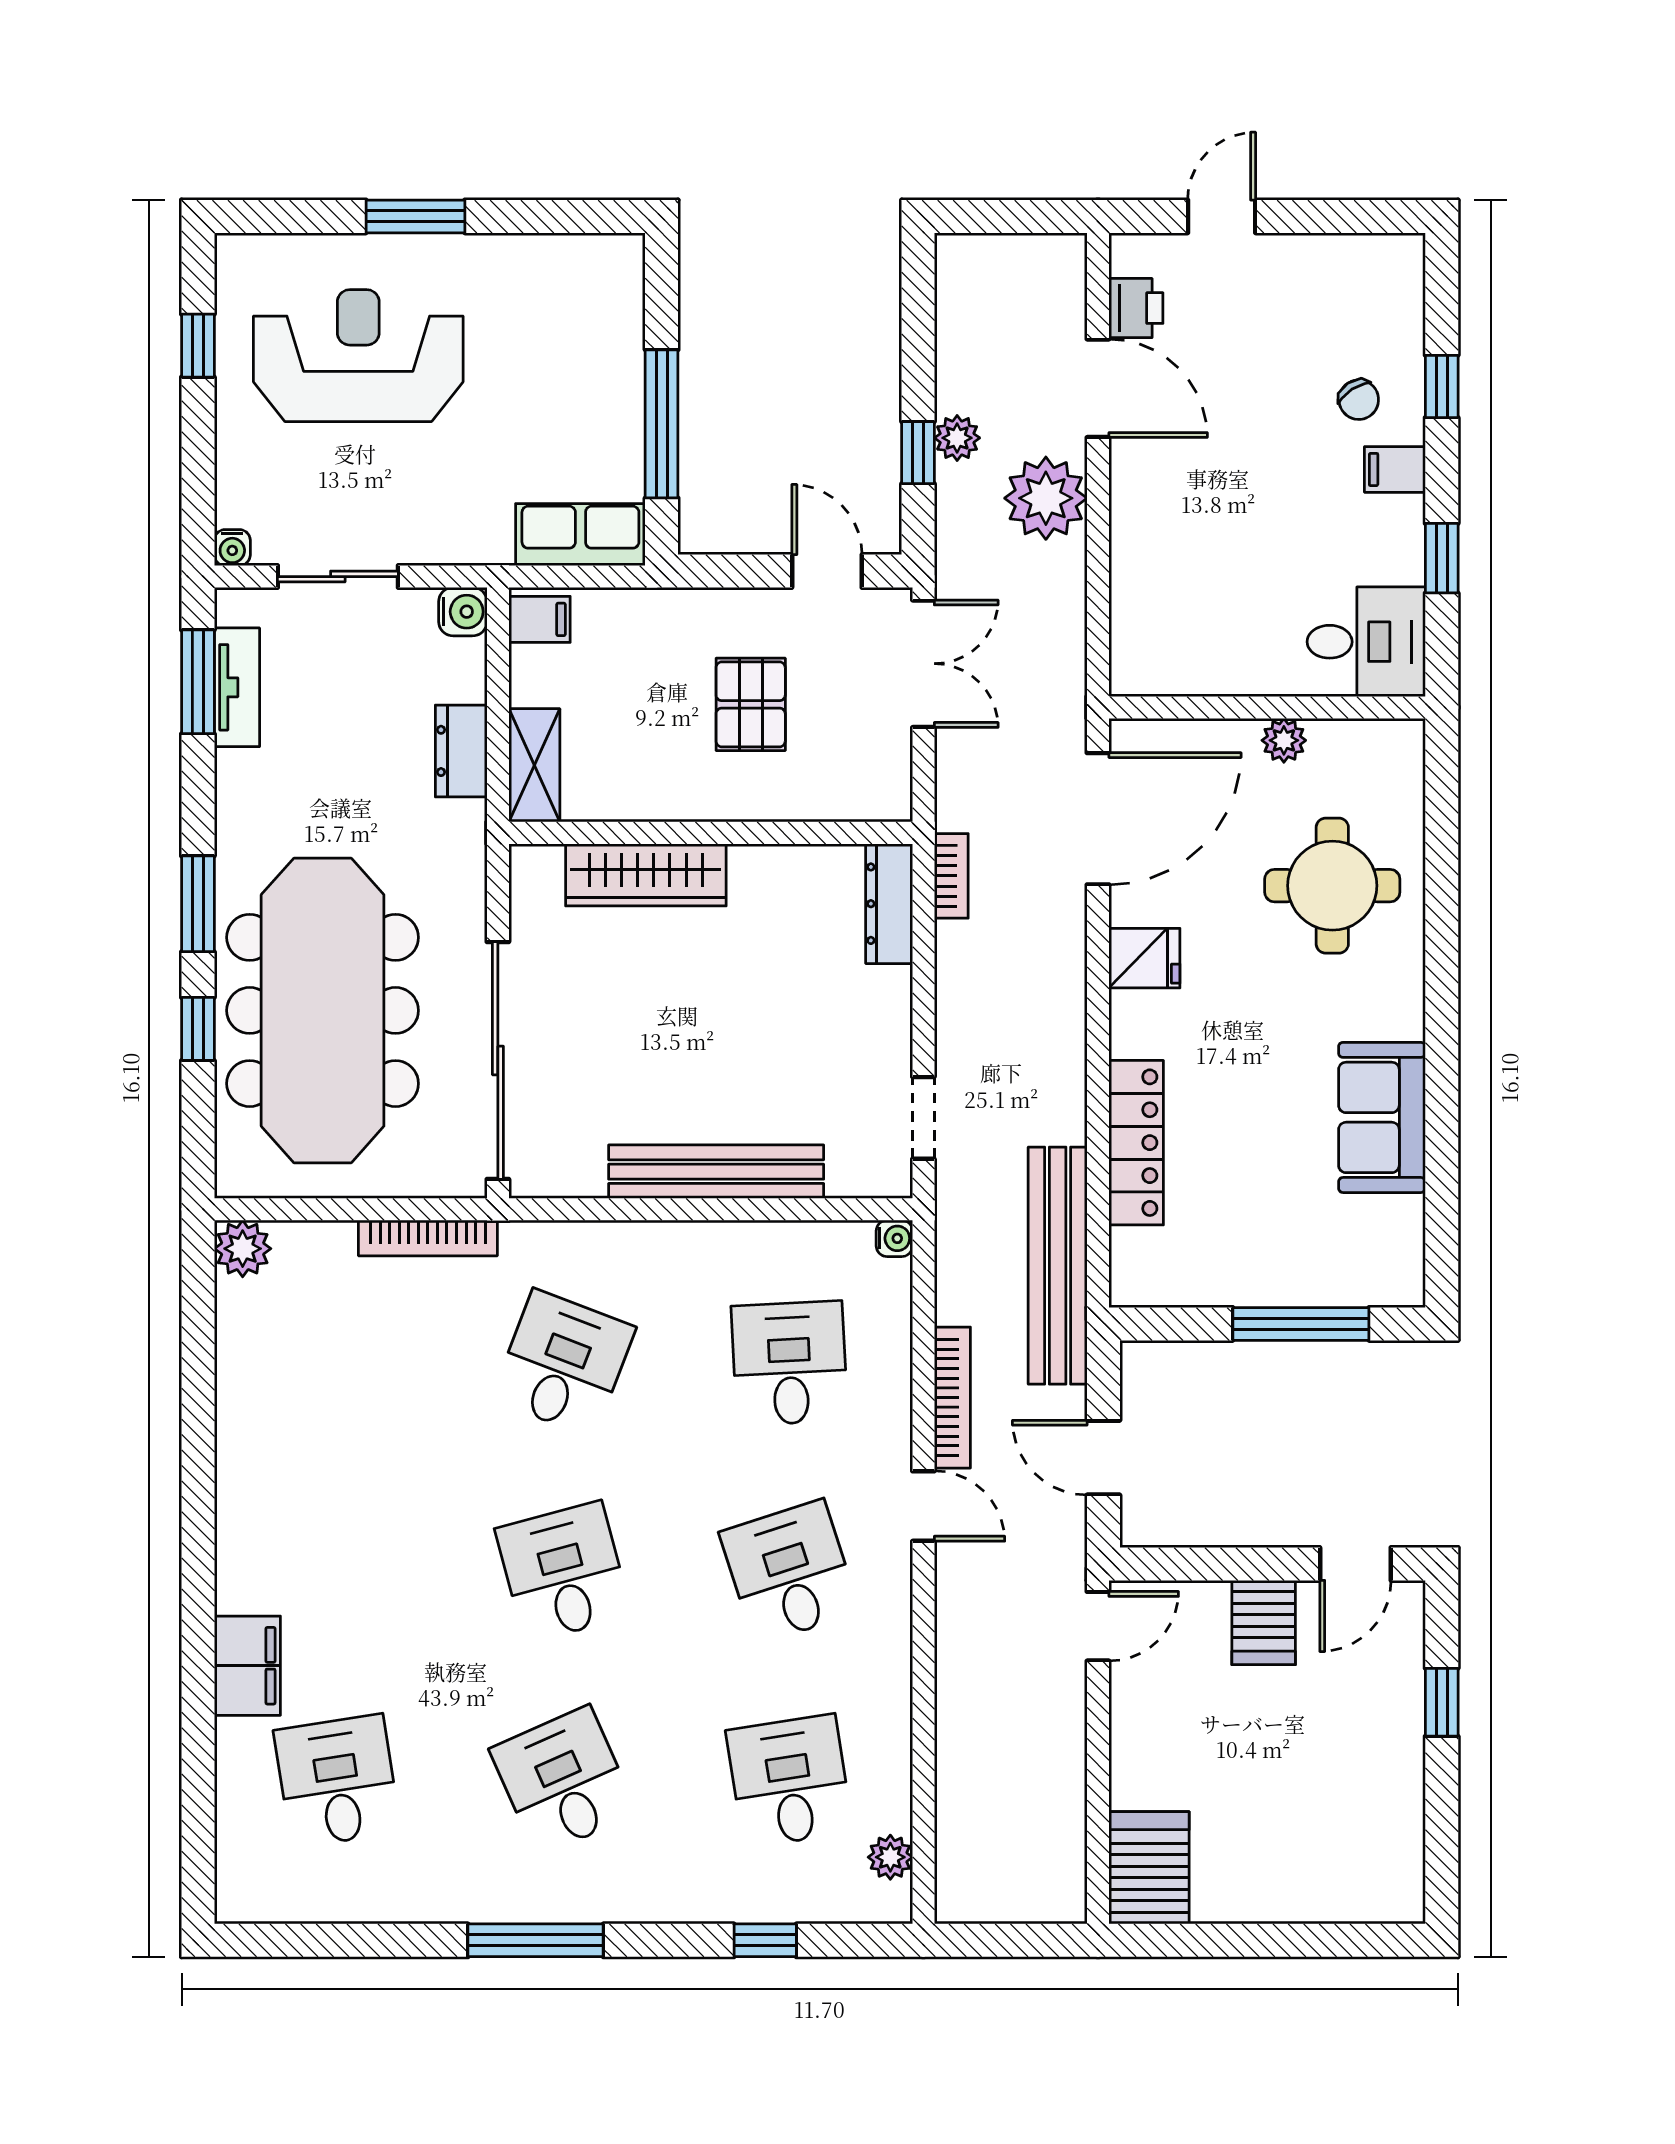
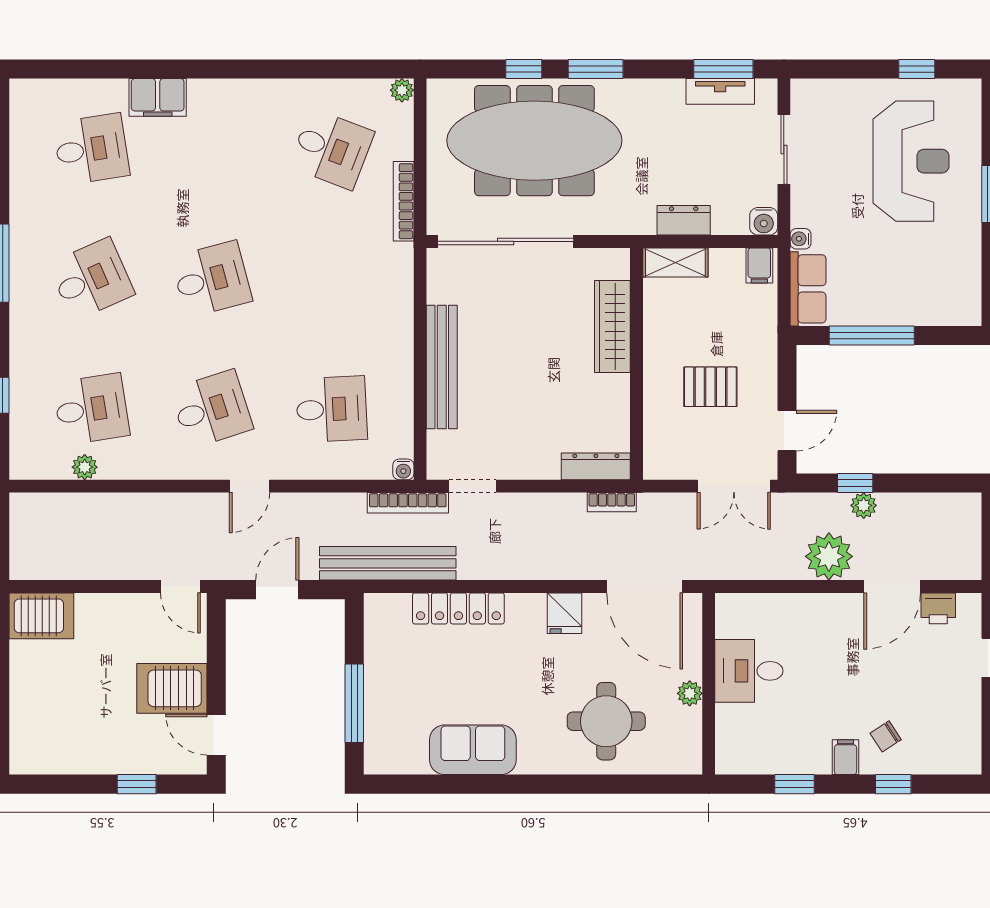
water cooler: (232, 548) -> (801, 239), moved
desk: (1366, 642) -> (749, 671), moved, turned 90
plant: (243, 1249) -> (402, 90), width x0.73, depth x0.73
desk: (563, 1363) -> (332, 149), moved
bookcase: (952, 1398) -> (408, 503), moved
server rack: (1264, 1622) -> (172, 688), width x1.36, depth x1.44
plant: (890, 1857) -> (85, 467), moved

